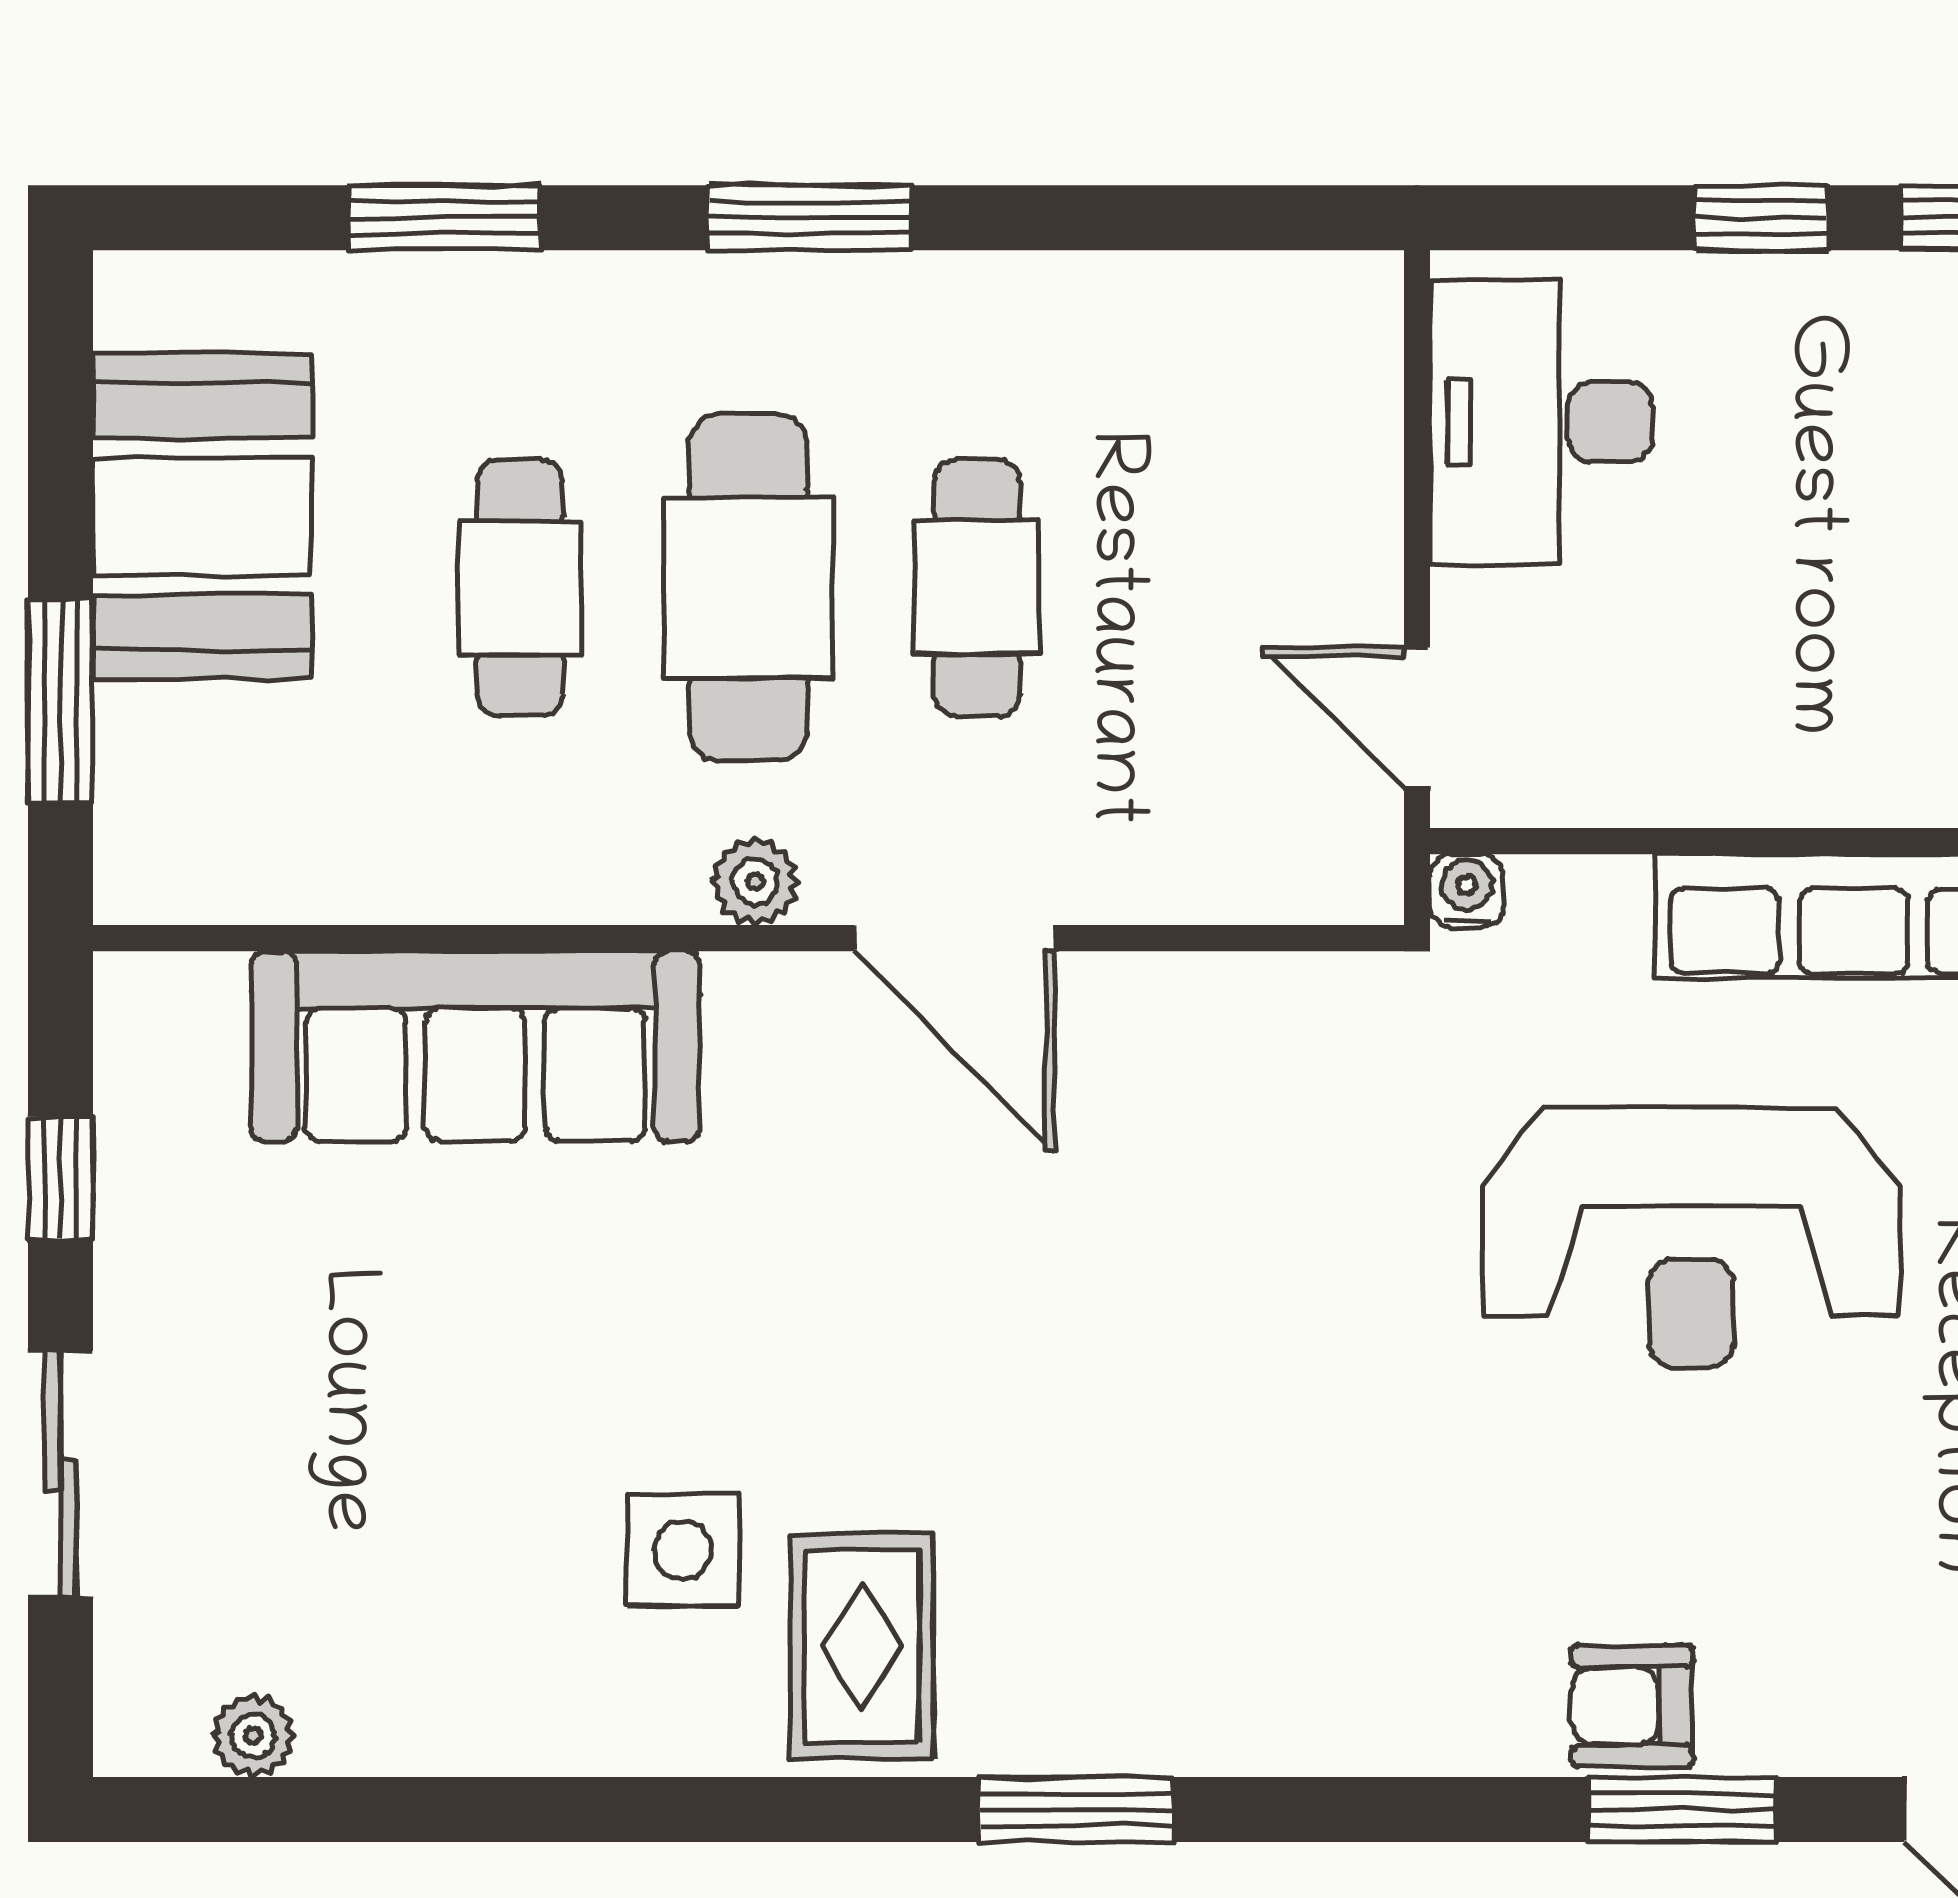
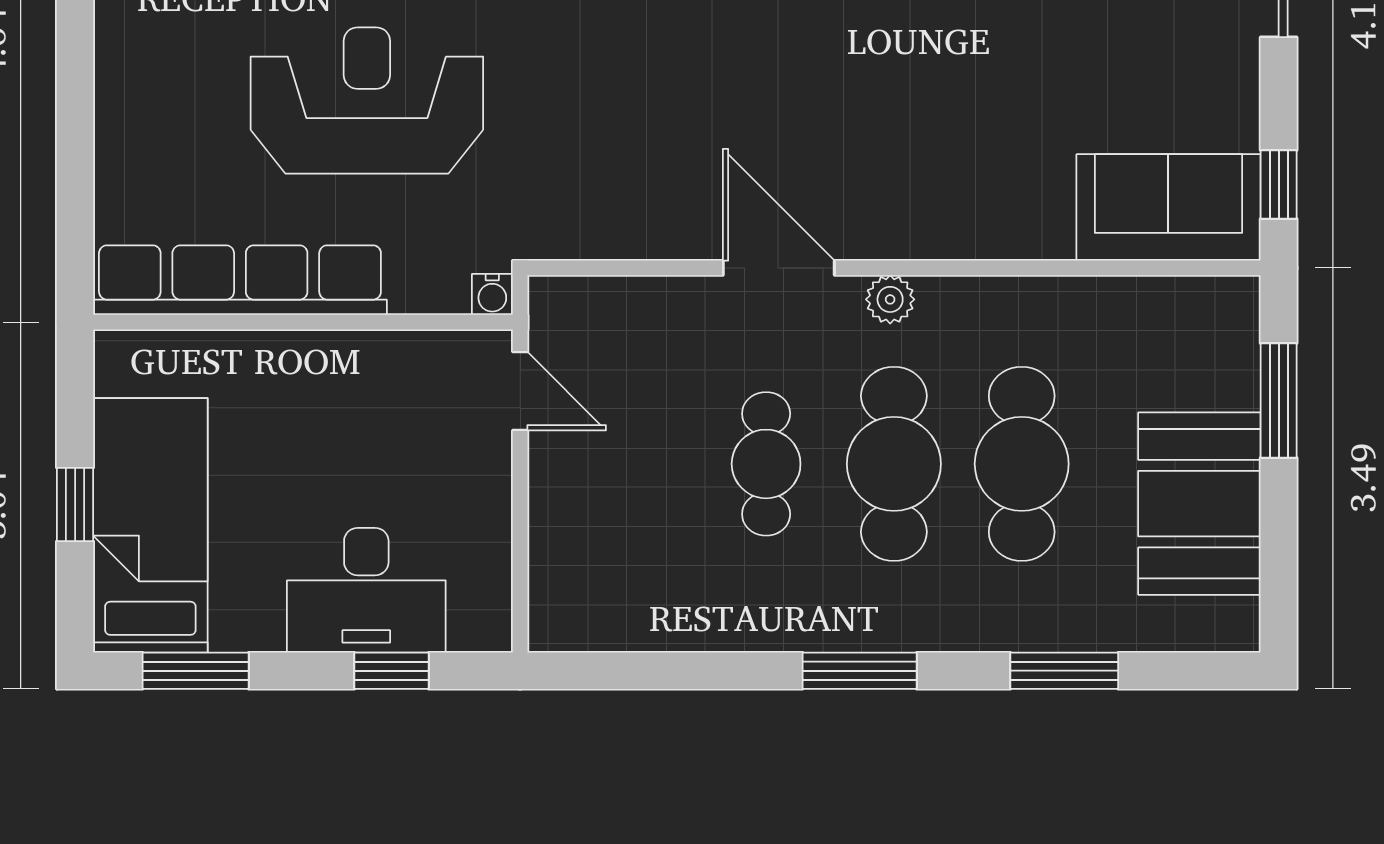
window: (1762, 218) -> (392, 671), moved
desk: (1542, 422) -> (366, 590), moved, turned 90
cafe table: (520, 588) -> (1022, 464), width x1.37, depth x1.35
sofa: (475, 1046) -> (1168, 207), moved, width x0.73
window: (60, 1178) -> (1279, 184), moved

